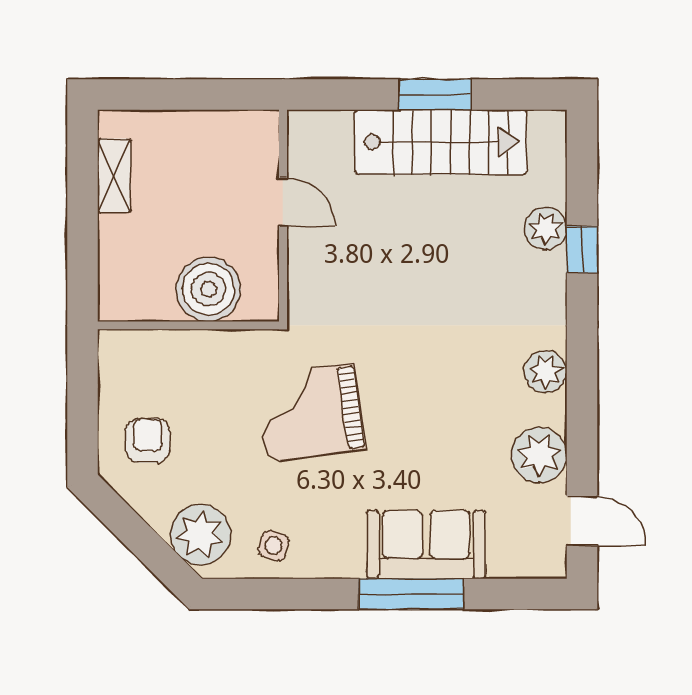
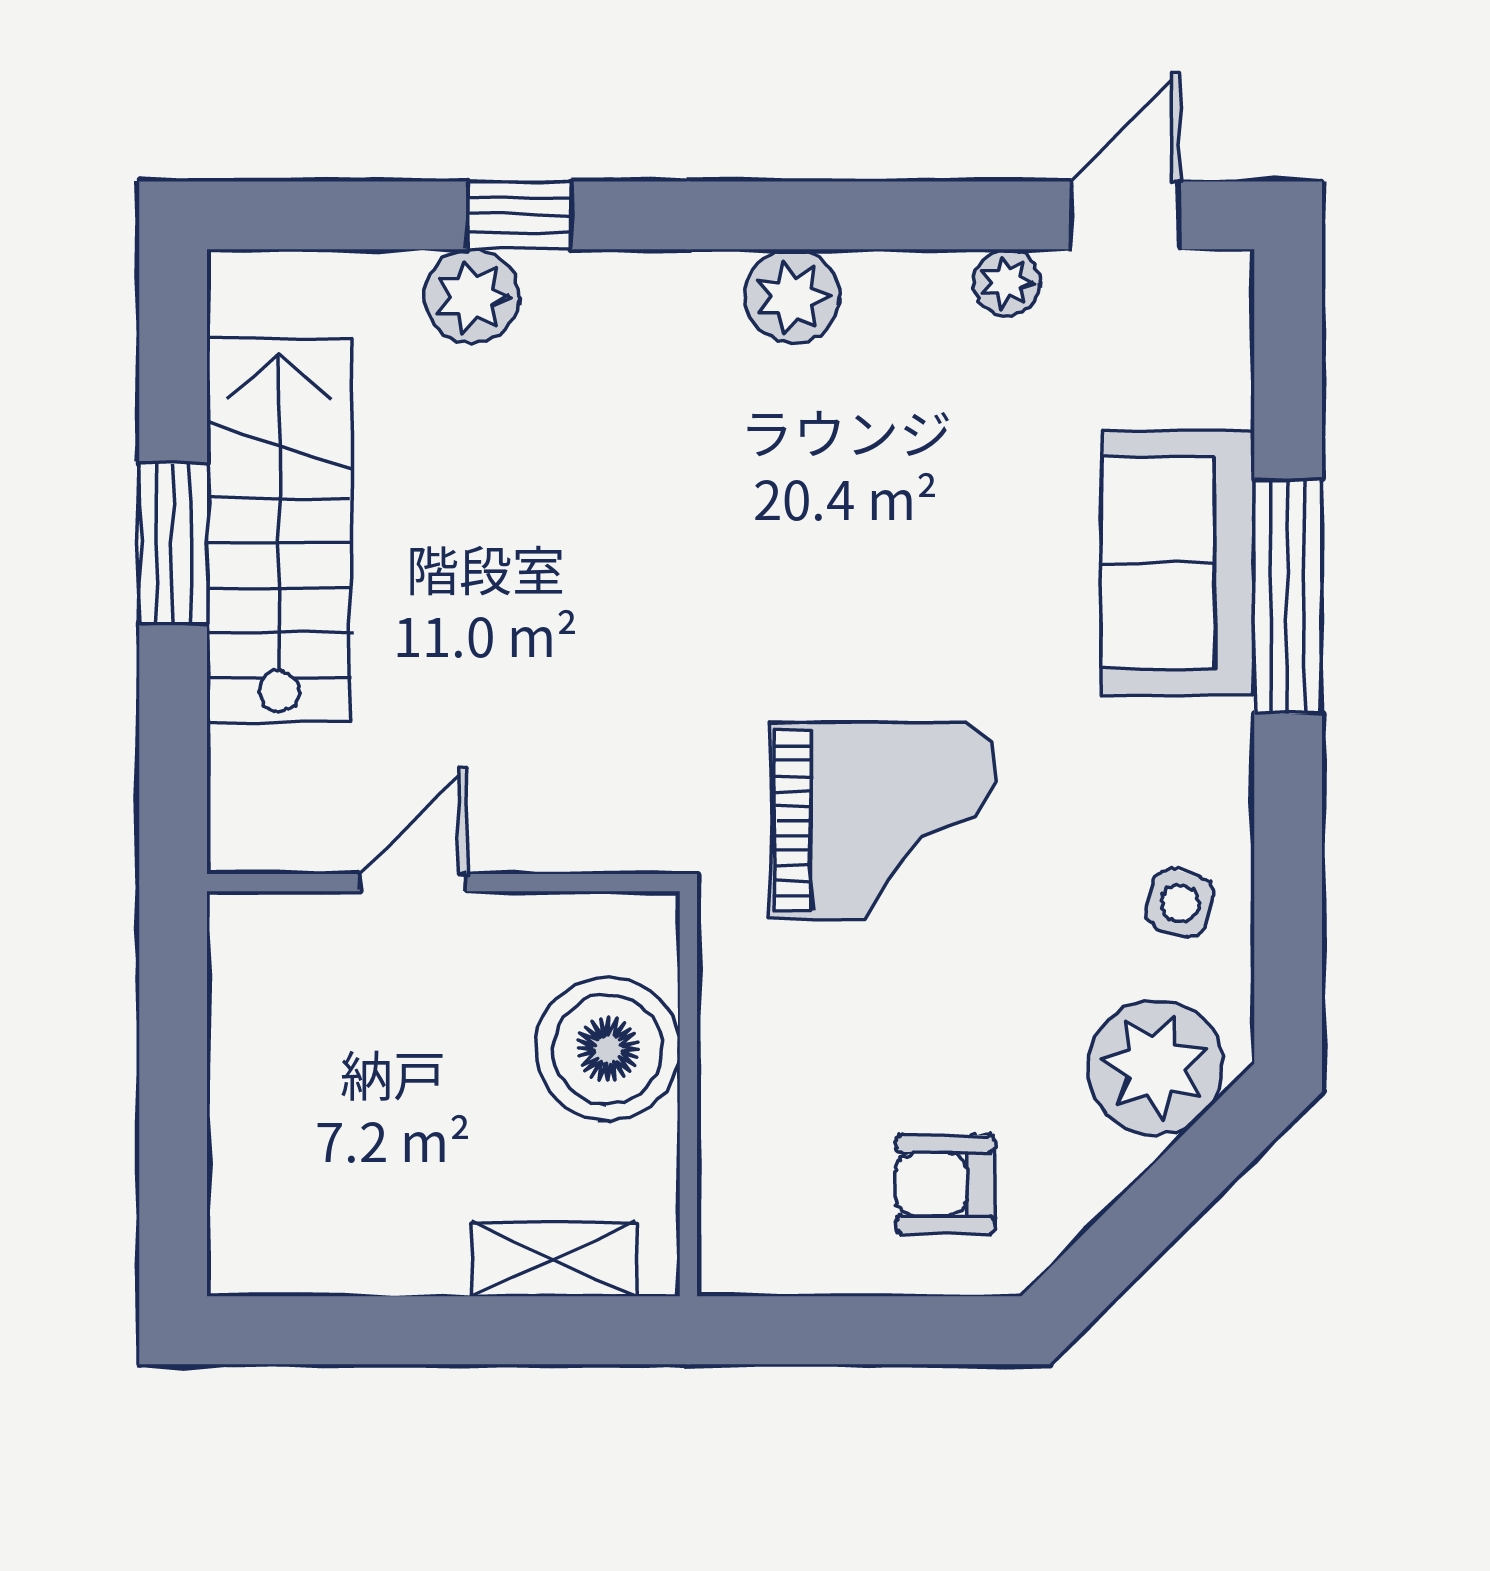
shelving: (114, 176) -> (555, 1259), moved
grand piano: (311, 413) -> (884, 821), turned -82
plant: (539, 455) -> (1007, 282), width x0.53, depth x0.53

